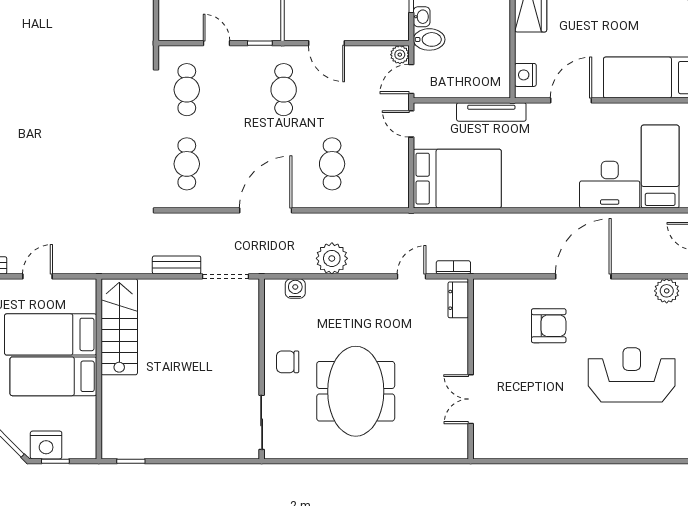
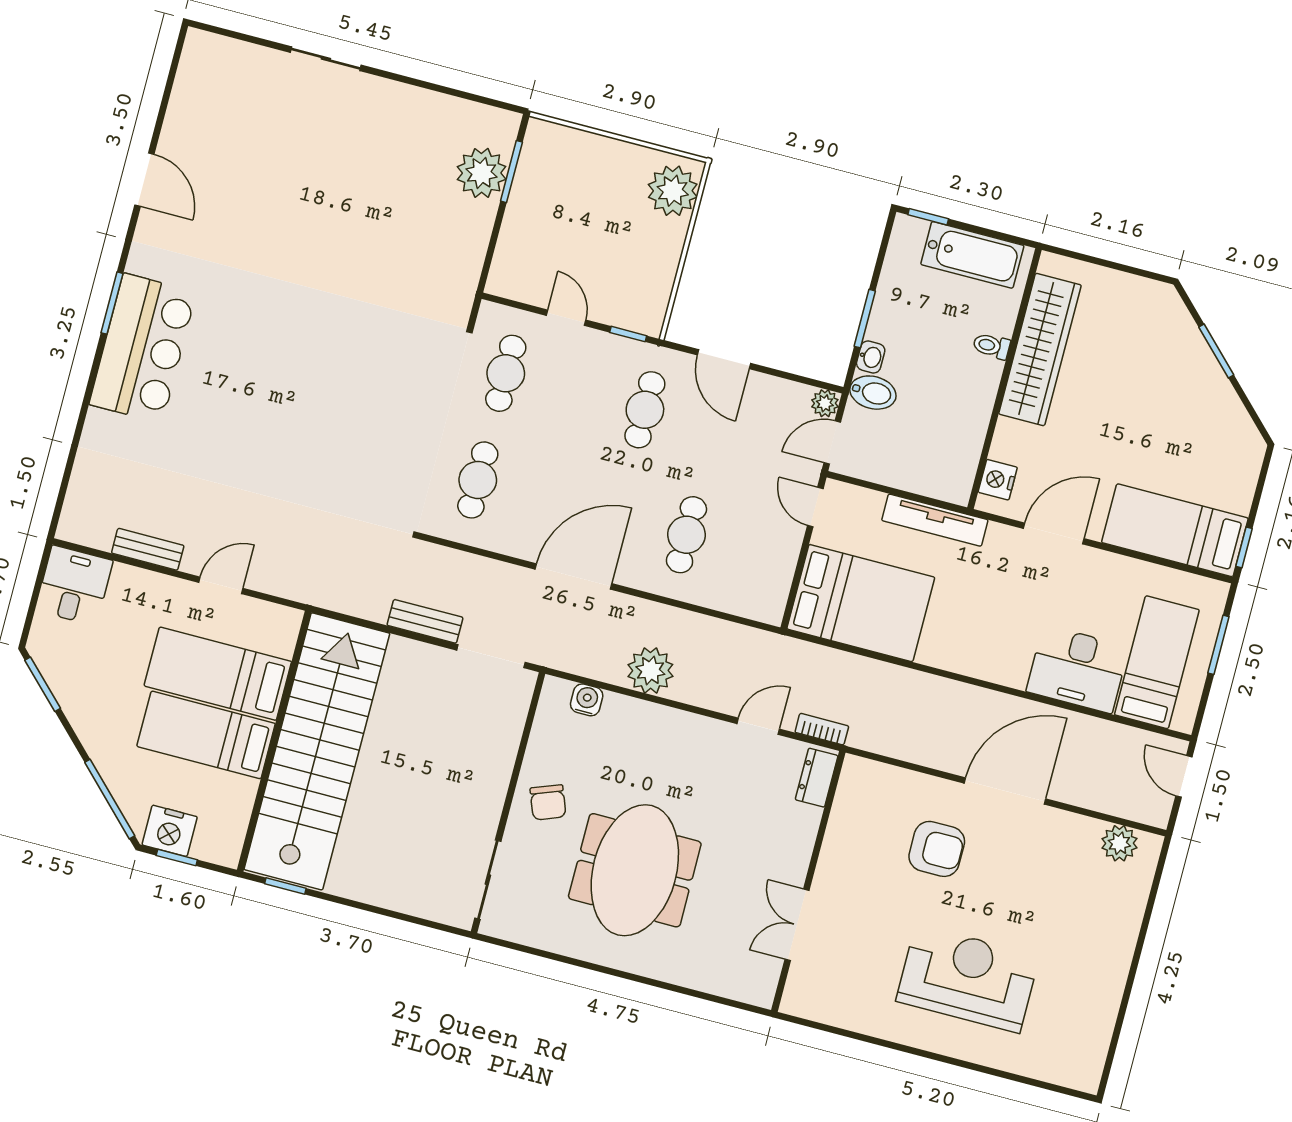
stairs: (119, 327) -> (317, 751), width x1.86, depth x1.51
chair: (288, 362) -> (548, 802), turned -111
reception desk: (632, 375) -> (968, 978), moved

